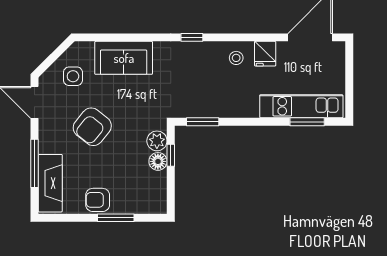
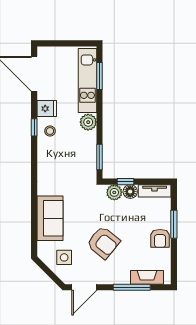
window: (192, 37) -> (34, 127), moved
plant: (248, 107) -> (88, 122), added
fireplace: (50, 183) -> (147, 277), width x0.73, depth x0.76
tv unit: (159, 193) -> (155, 191), added

